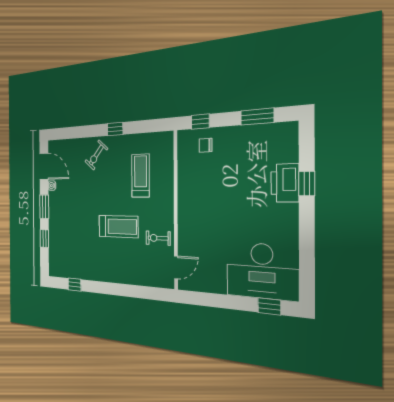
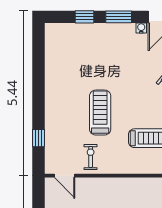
treadmill: (118, 226) -> (100, 113), turned 180
window: (74, 285) -> (38, 138), moved

